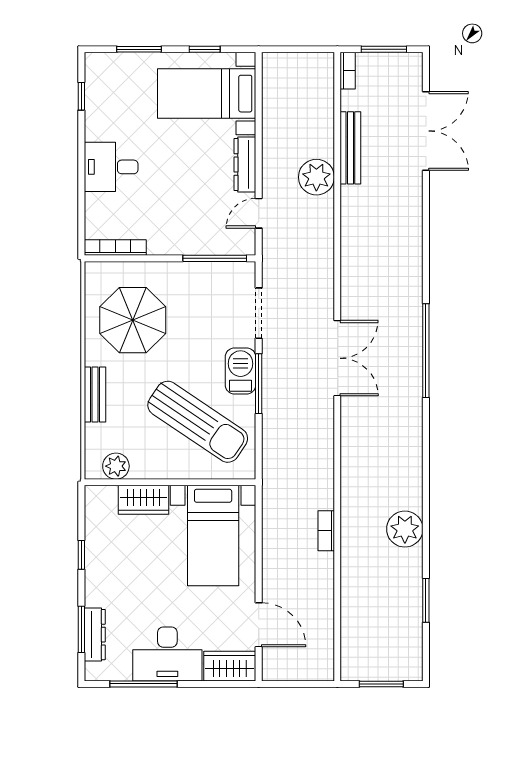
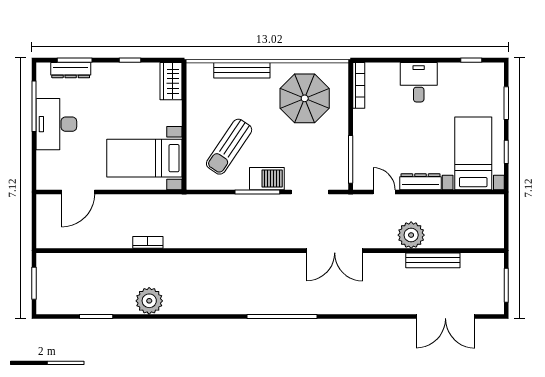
bookcase: (348, 71) -> (490, 258), removed
double door: (337, 358) -> (335, 251), moved
bench: (95, 394) -> (242, 70), width x1.36
sun lounger: (198, 422) -> (229, 147), width x0.73, depth x0.75
plant: (116, 466) -> (196, 86), removed
wardrobe: (143, 500) -> (171, 81), moved
wardrobe: (230, 666) -> (47, 171), removed

